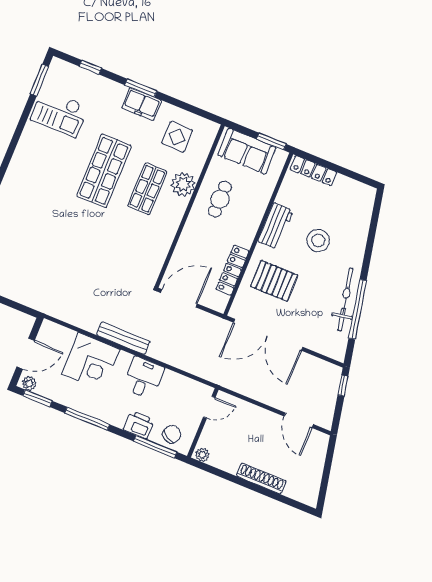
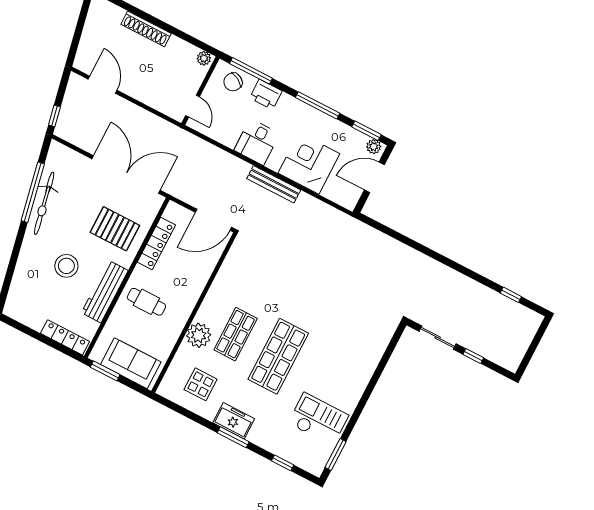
cafe table: (220, 199) -> (146, 302), moved, turned 90
workbench: (276, 226) -> (105, 292), width x1.38
door: (209, 407) -> (192, 106), swing flipped

